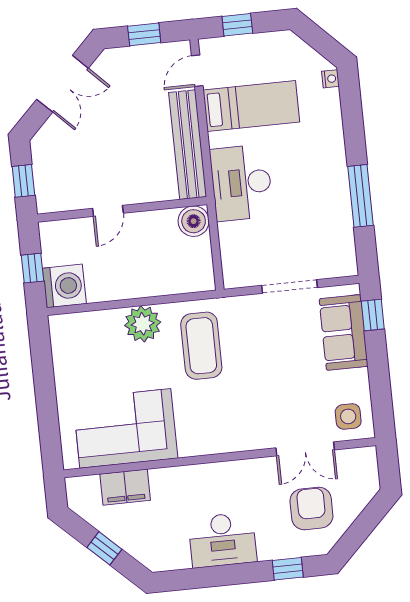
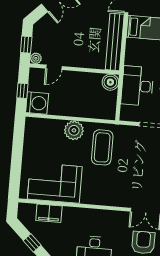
desk: (241, 183) -> (137, 86), moved
plant: (46, 203) -> (36, 58), added
door: (108, 211) -> (54, 67), moved

